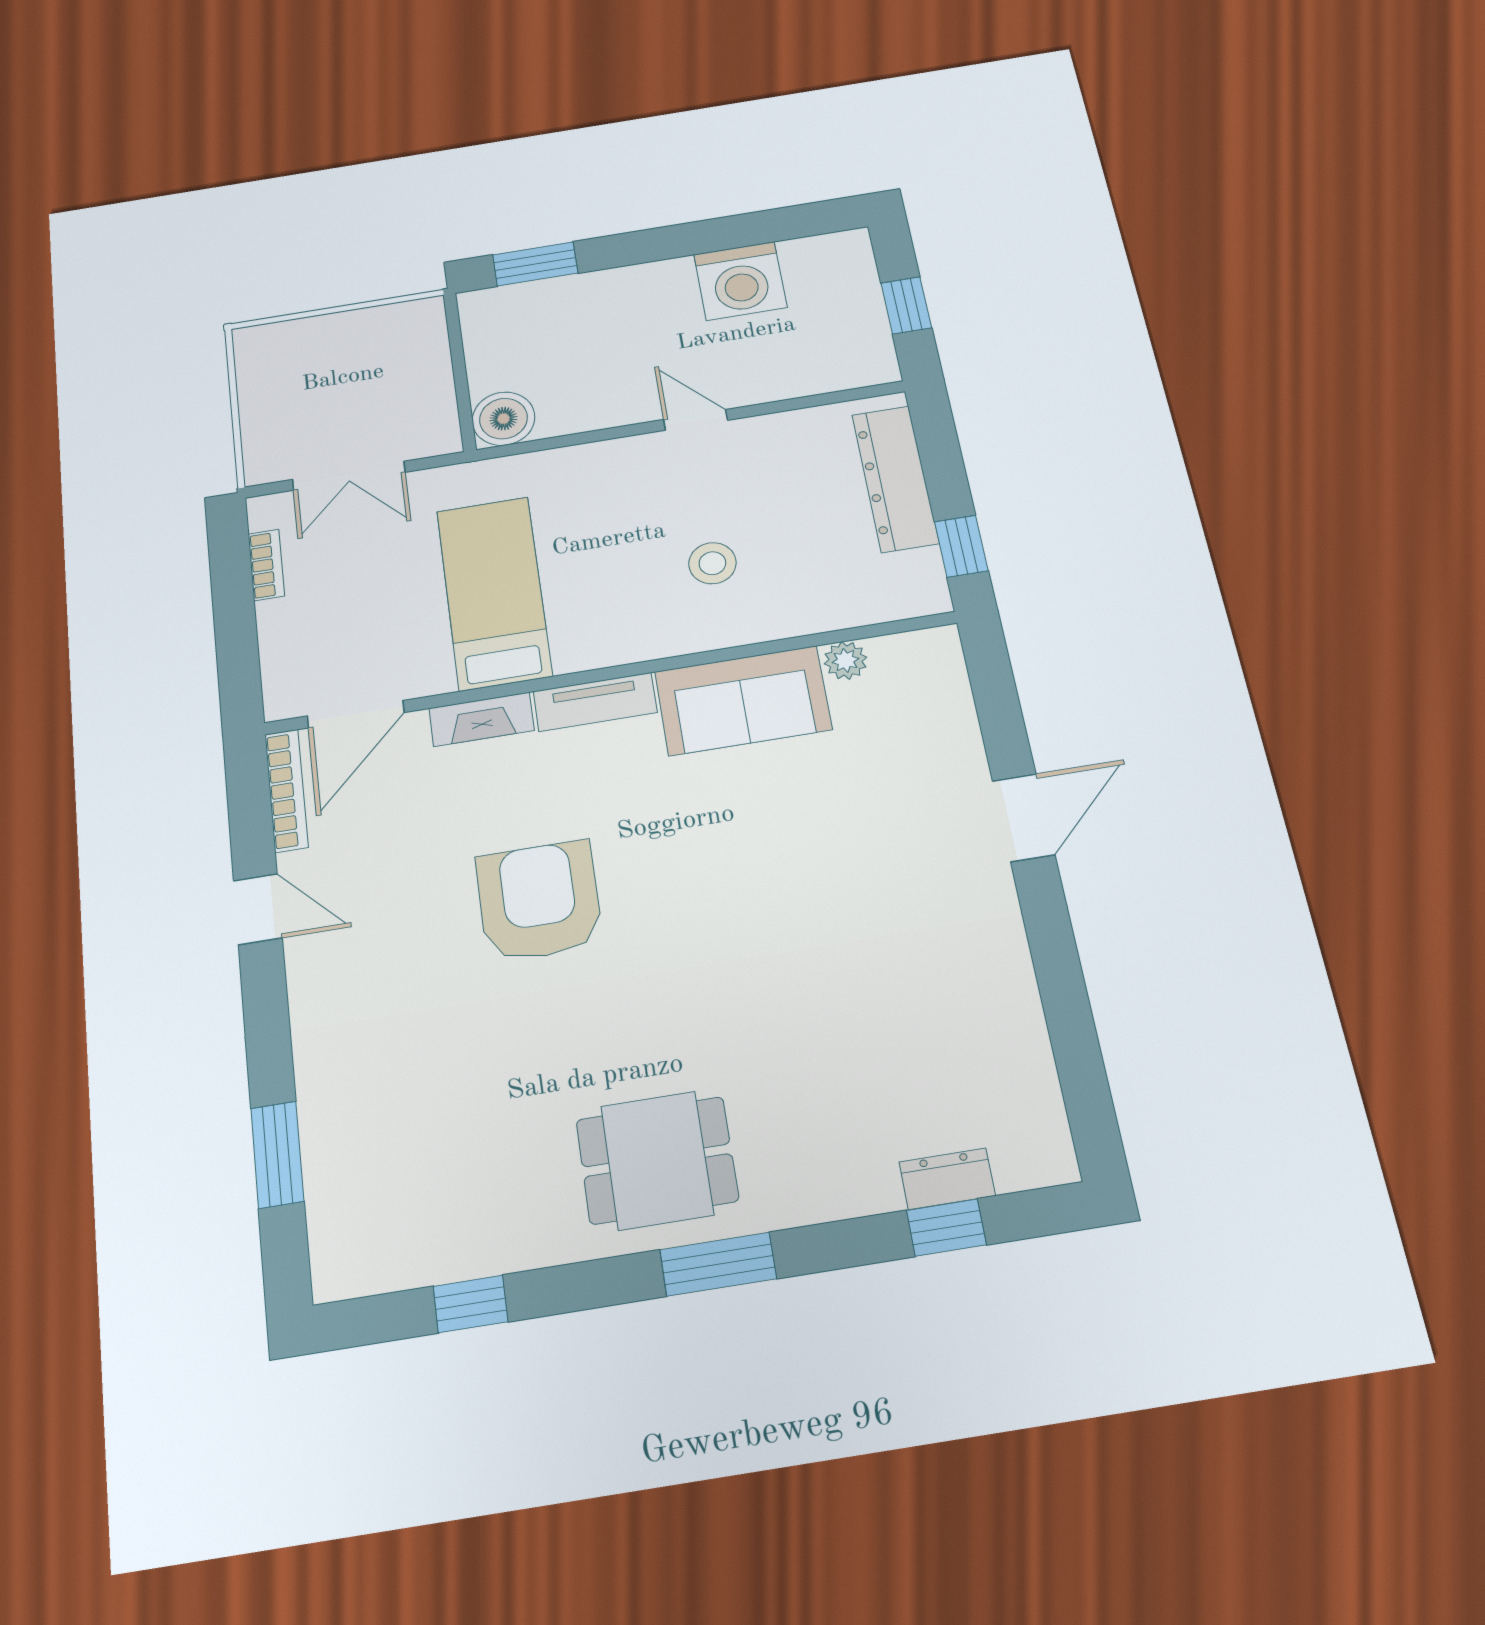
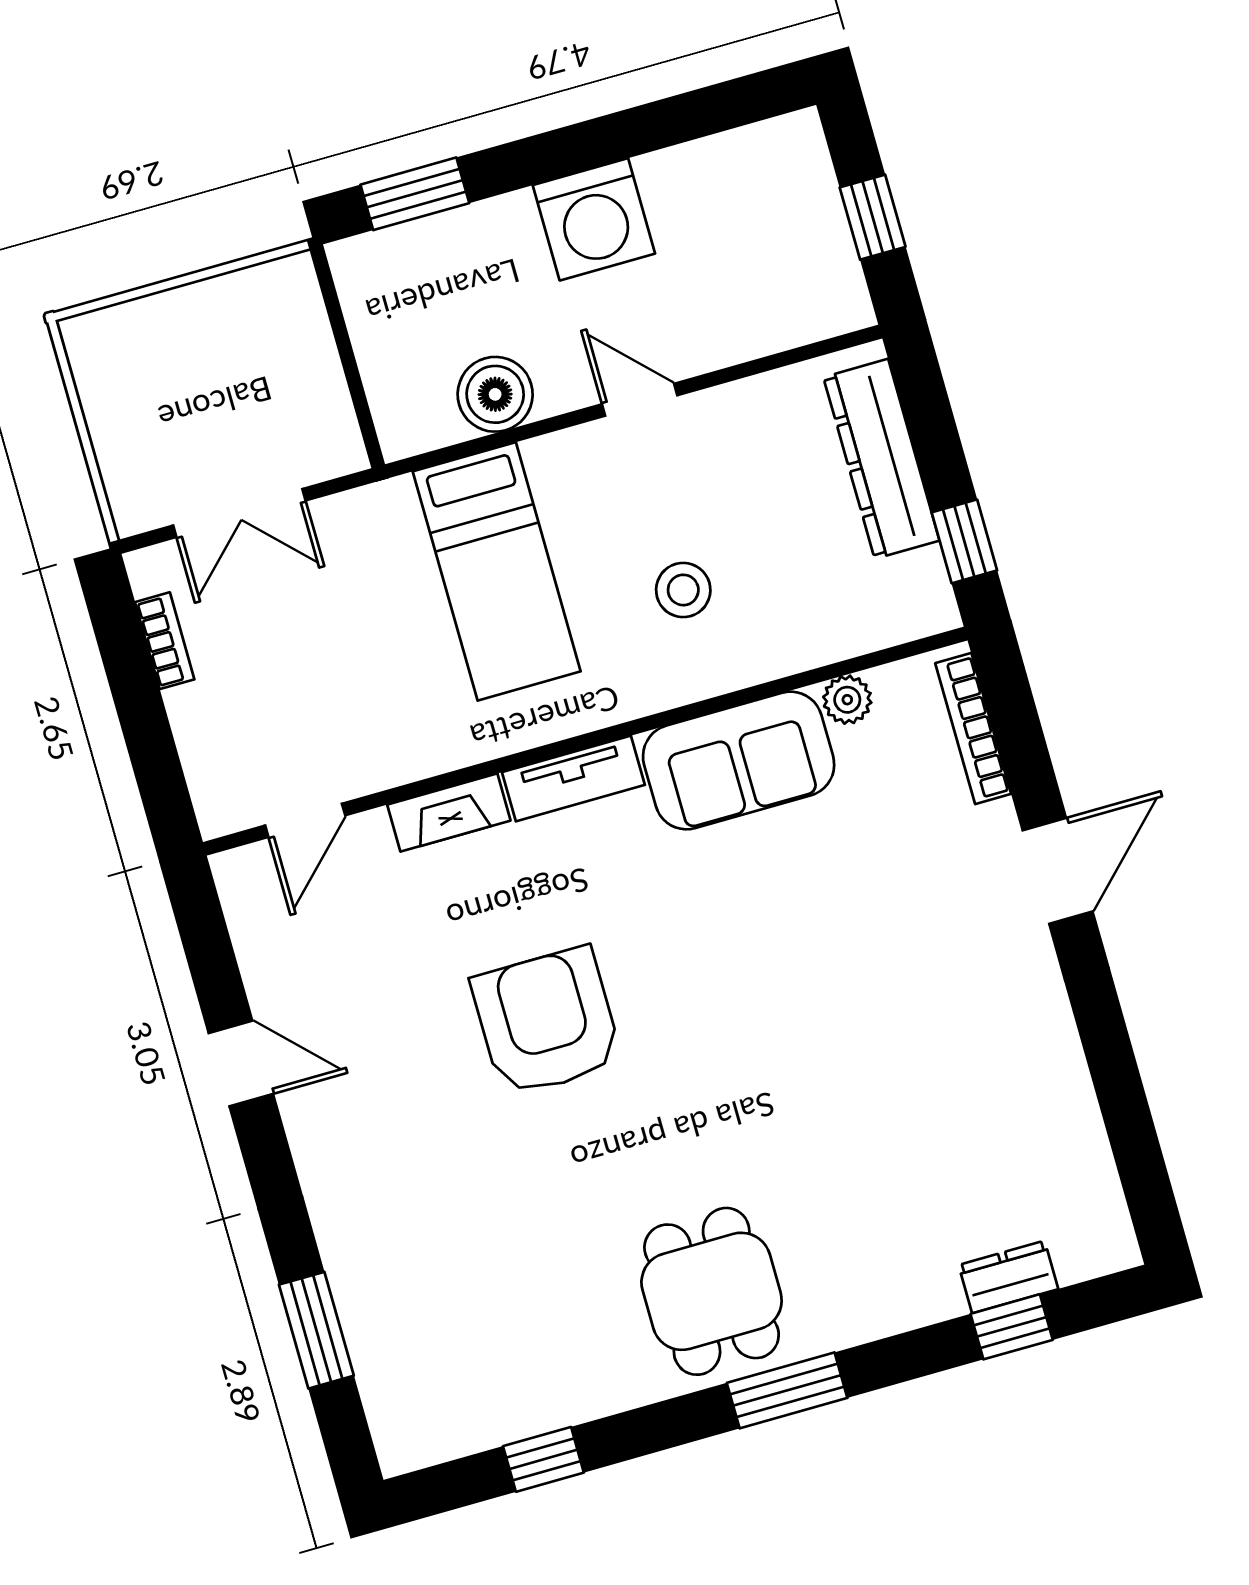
washing machine: (740, 281) -> (594, 219), moved
boiler: (503, 419) -> (495, 394), moved
bed: (494, 593) -> (497, 571), moved, turned 180
door: (356, 714) -> (305, 820), width x0.73
bookcase: (286, 790) -> (973, 729), moved, turned 180
dining table: (657, 1160) -> (712, 1291), turned 90

